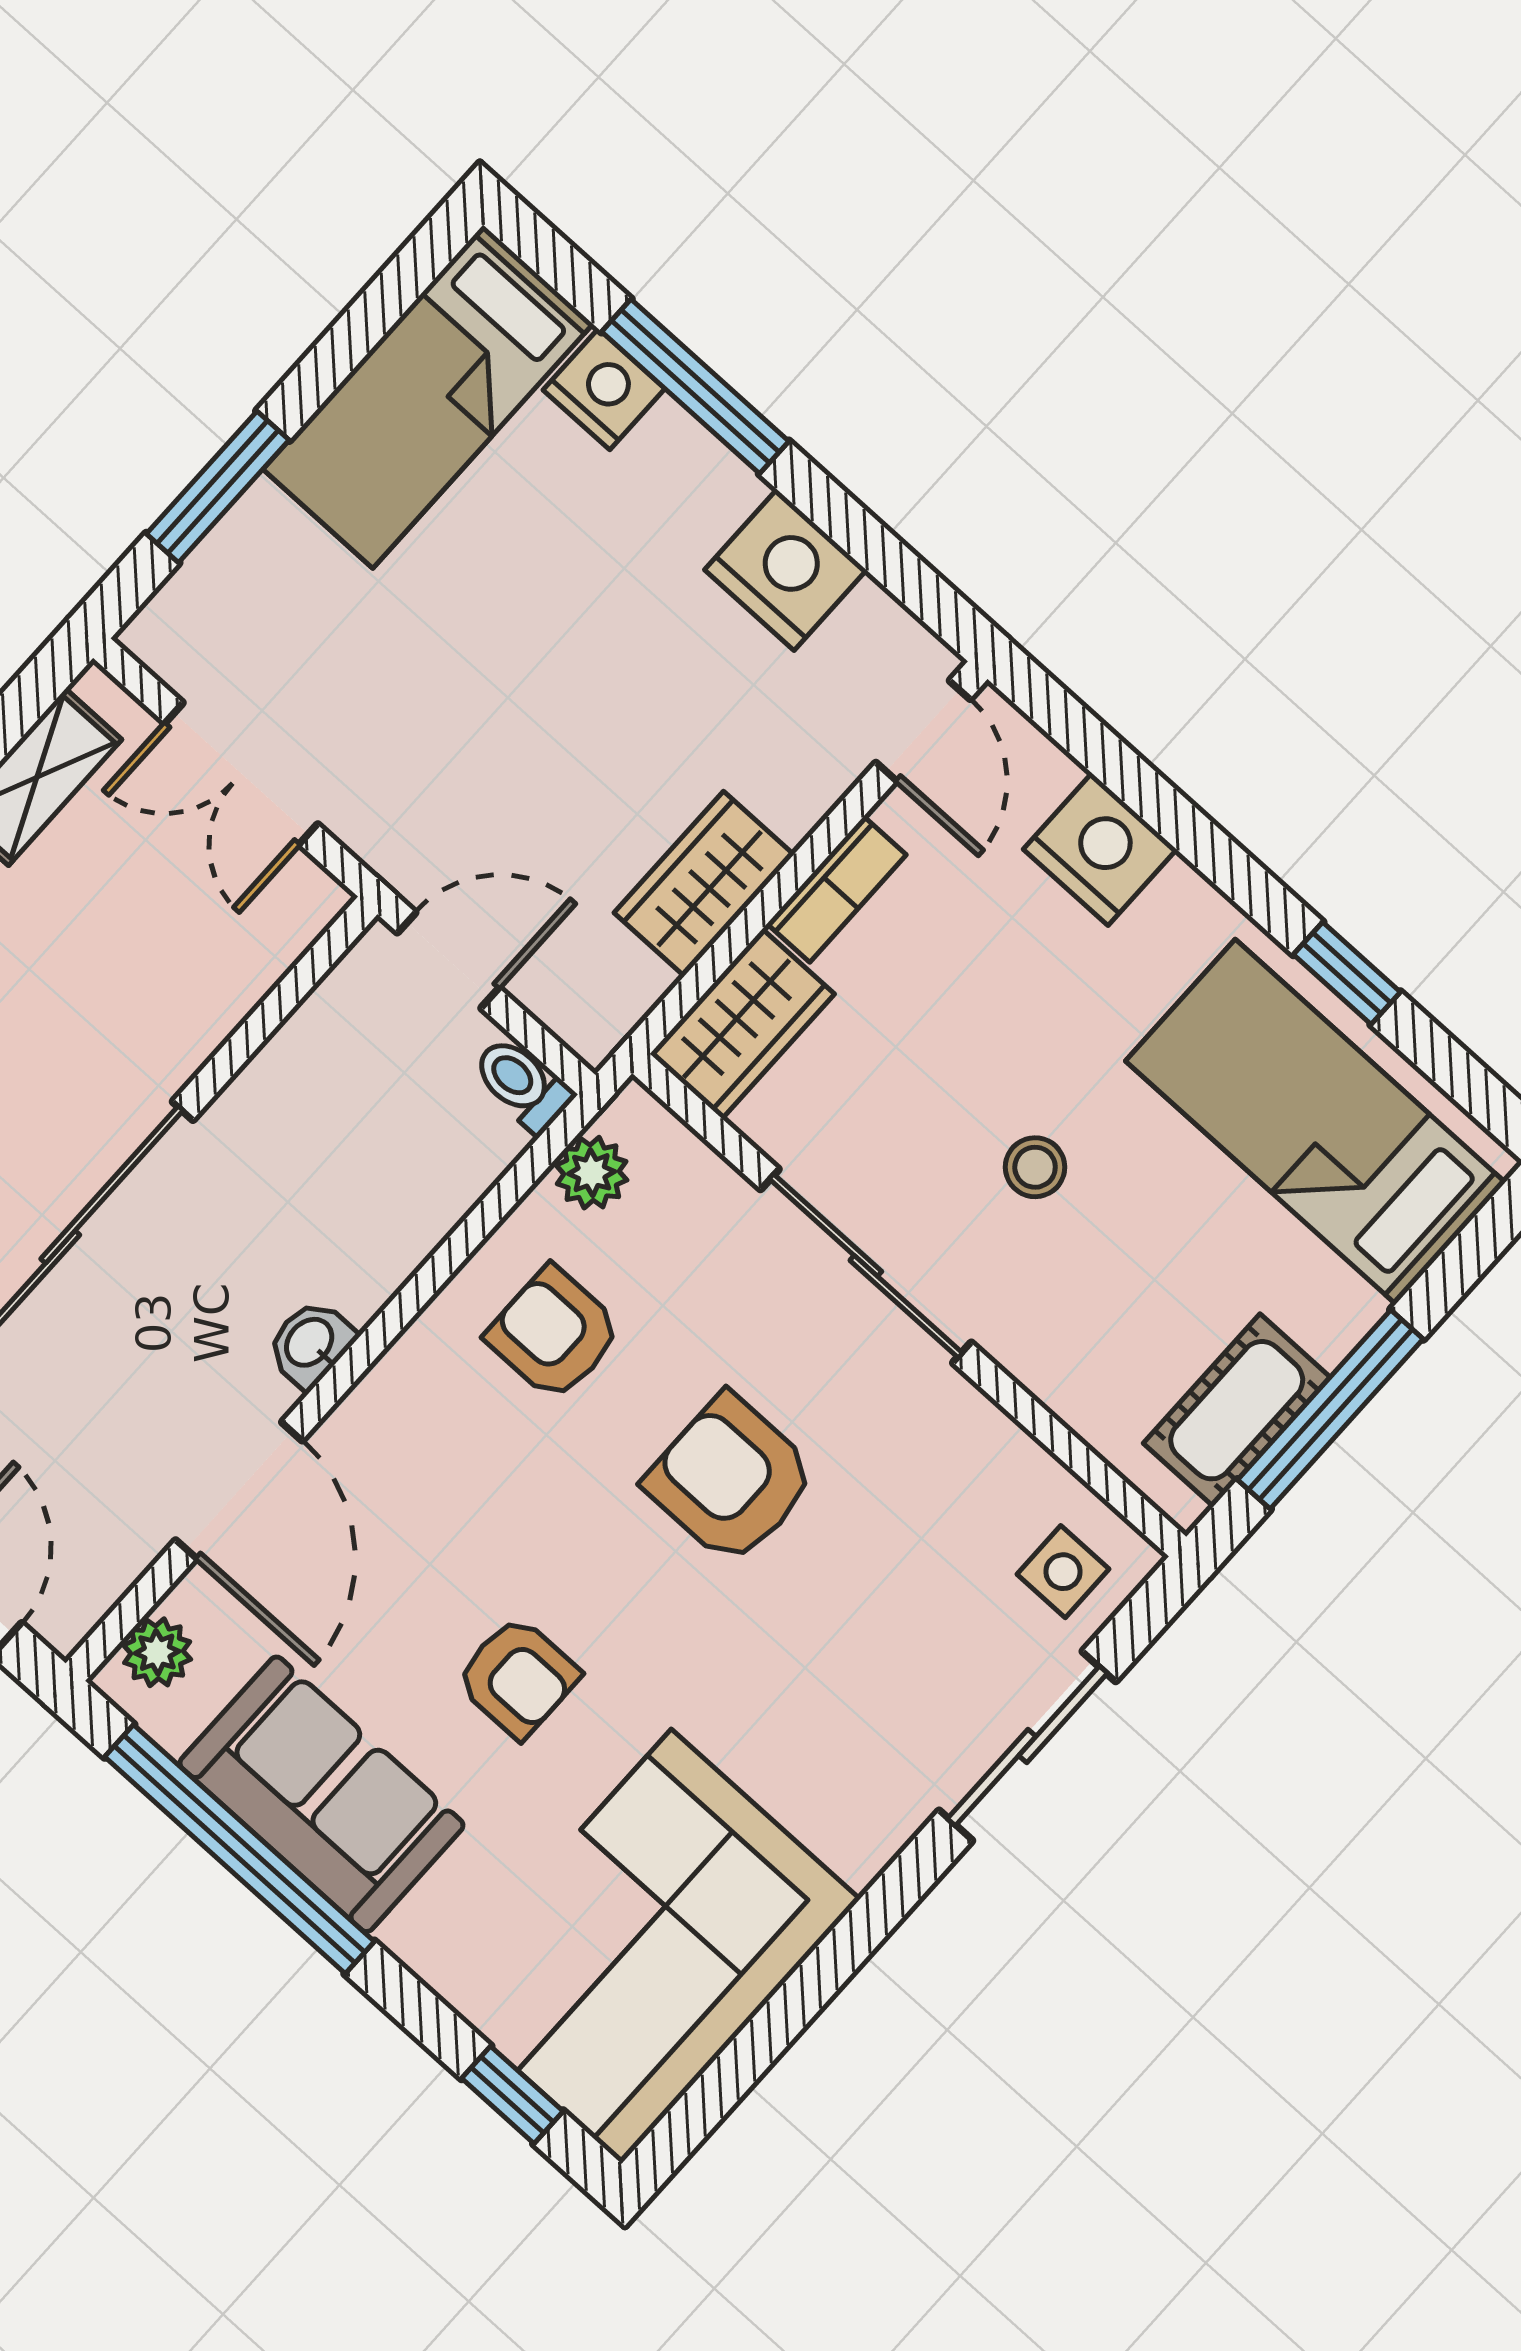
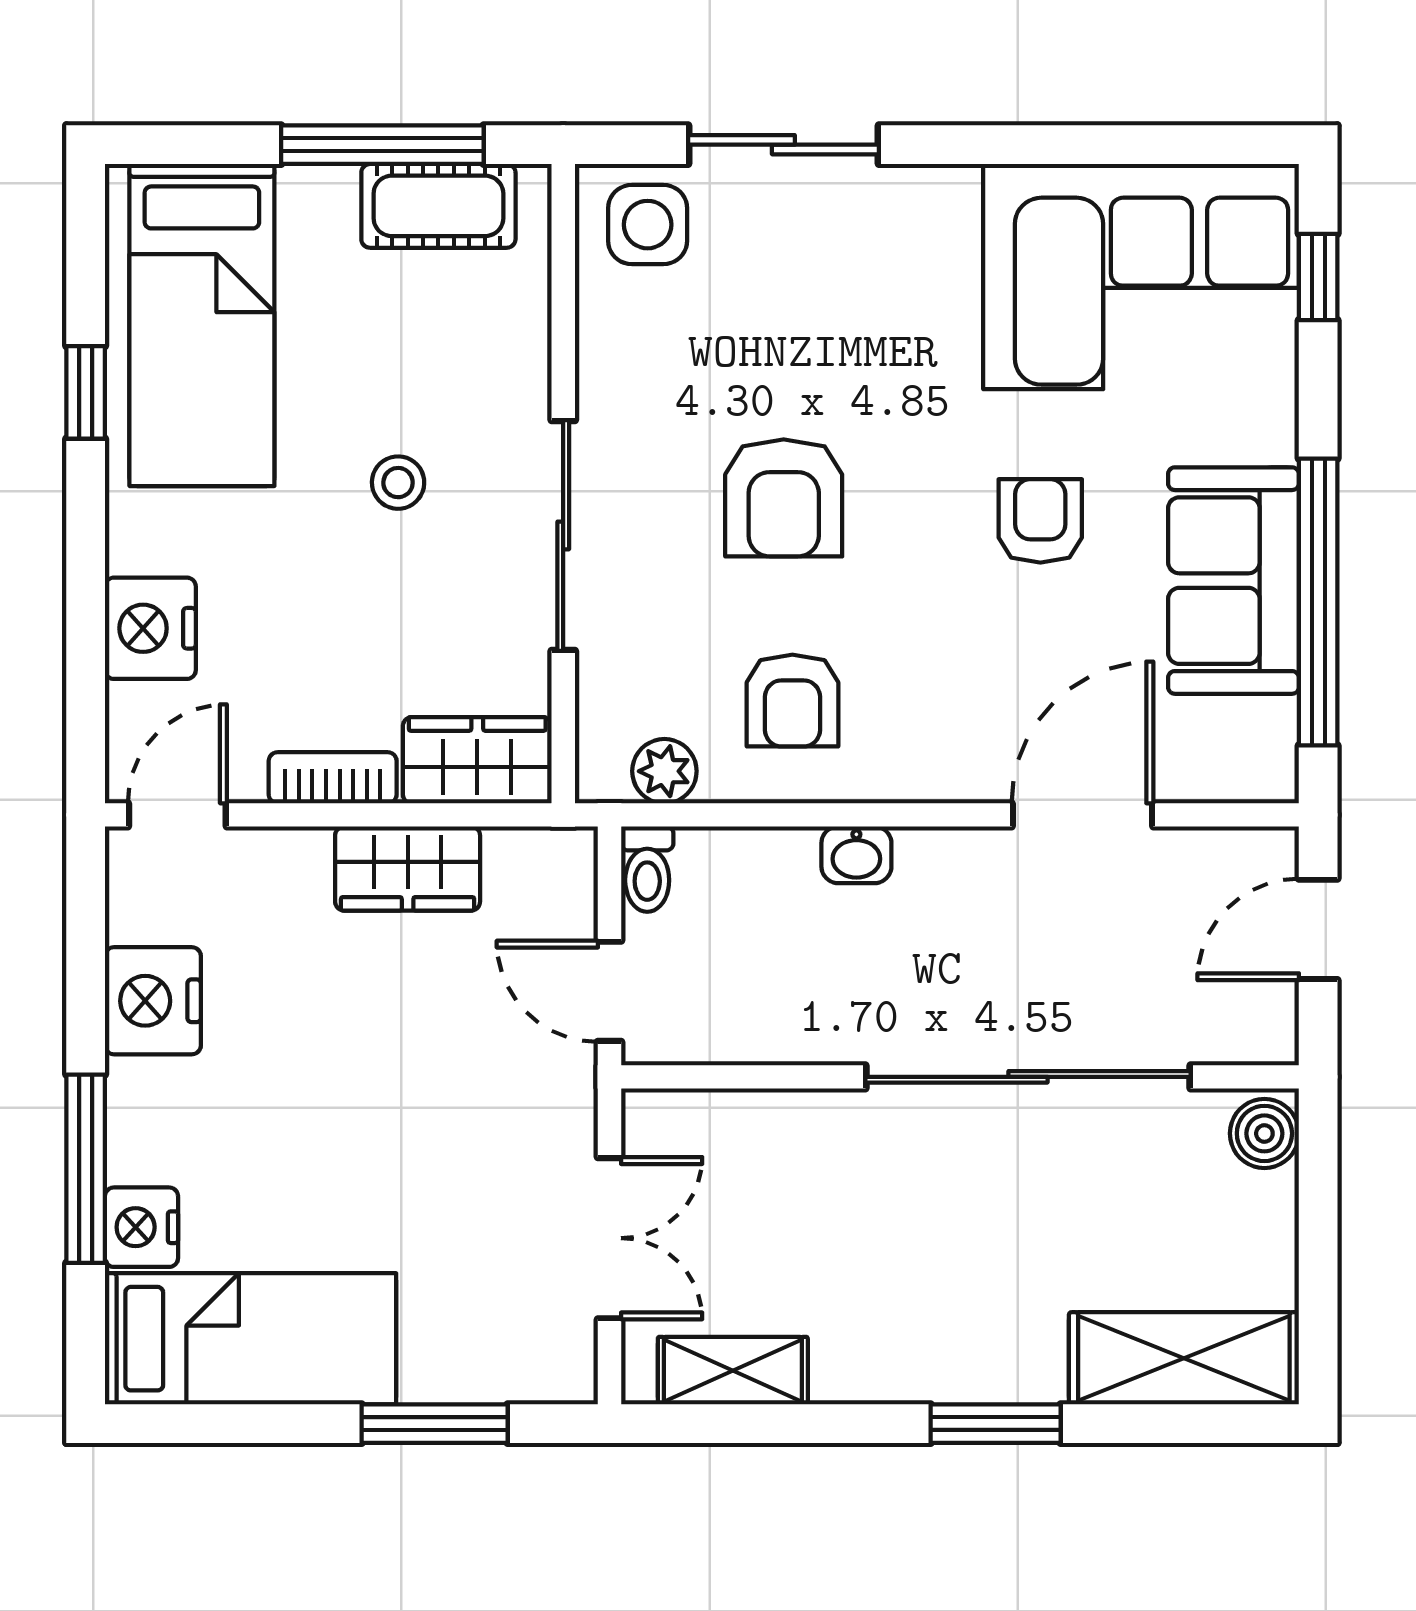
washbasin: (311, 1344) -> (856, 855), moved
side table: (1063, 1572) -> (648, 225), width x1.37, depth x1.37
plant: (157, 1652) -> (1237, 773), removed

